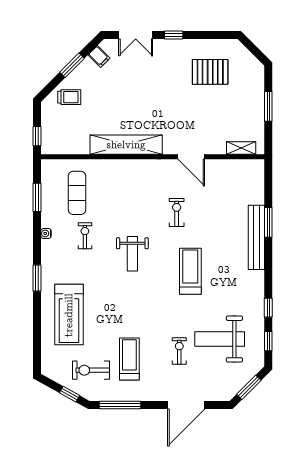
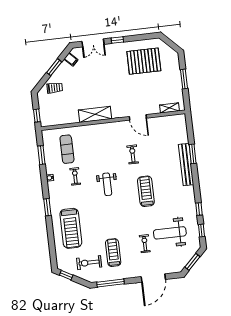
pallet: (210, 72) -> (144, 61), width x1.37, depth x1.41
shelving: (126, 145) -> (95, 114), width x0.68
window: (70, 394) -> (66, 275), moved

